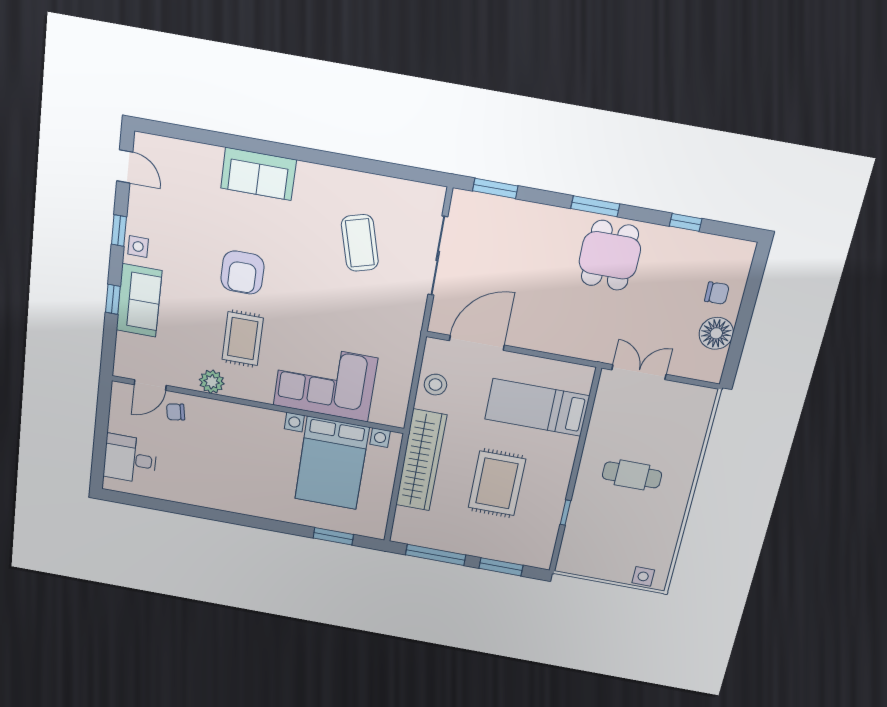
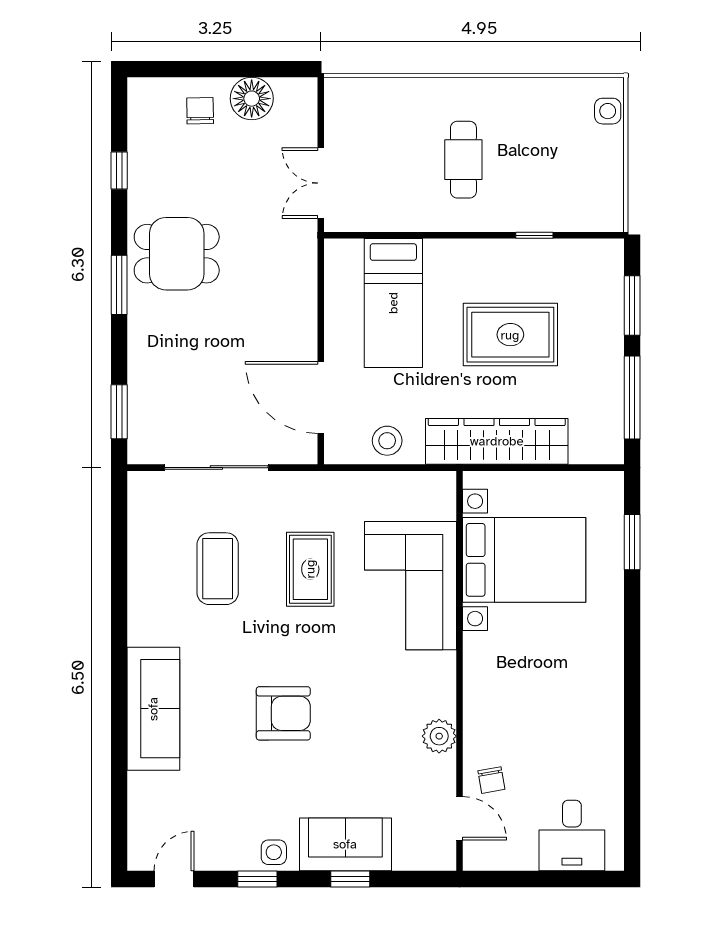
sofa: (258, 174) -> (153, 709), width x1.36
coffee table: (360, 243) -> (218, 569), turned -74
rug: (243, 339) -> (310, 569), moved, turned 90

